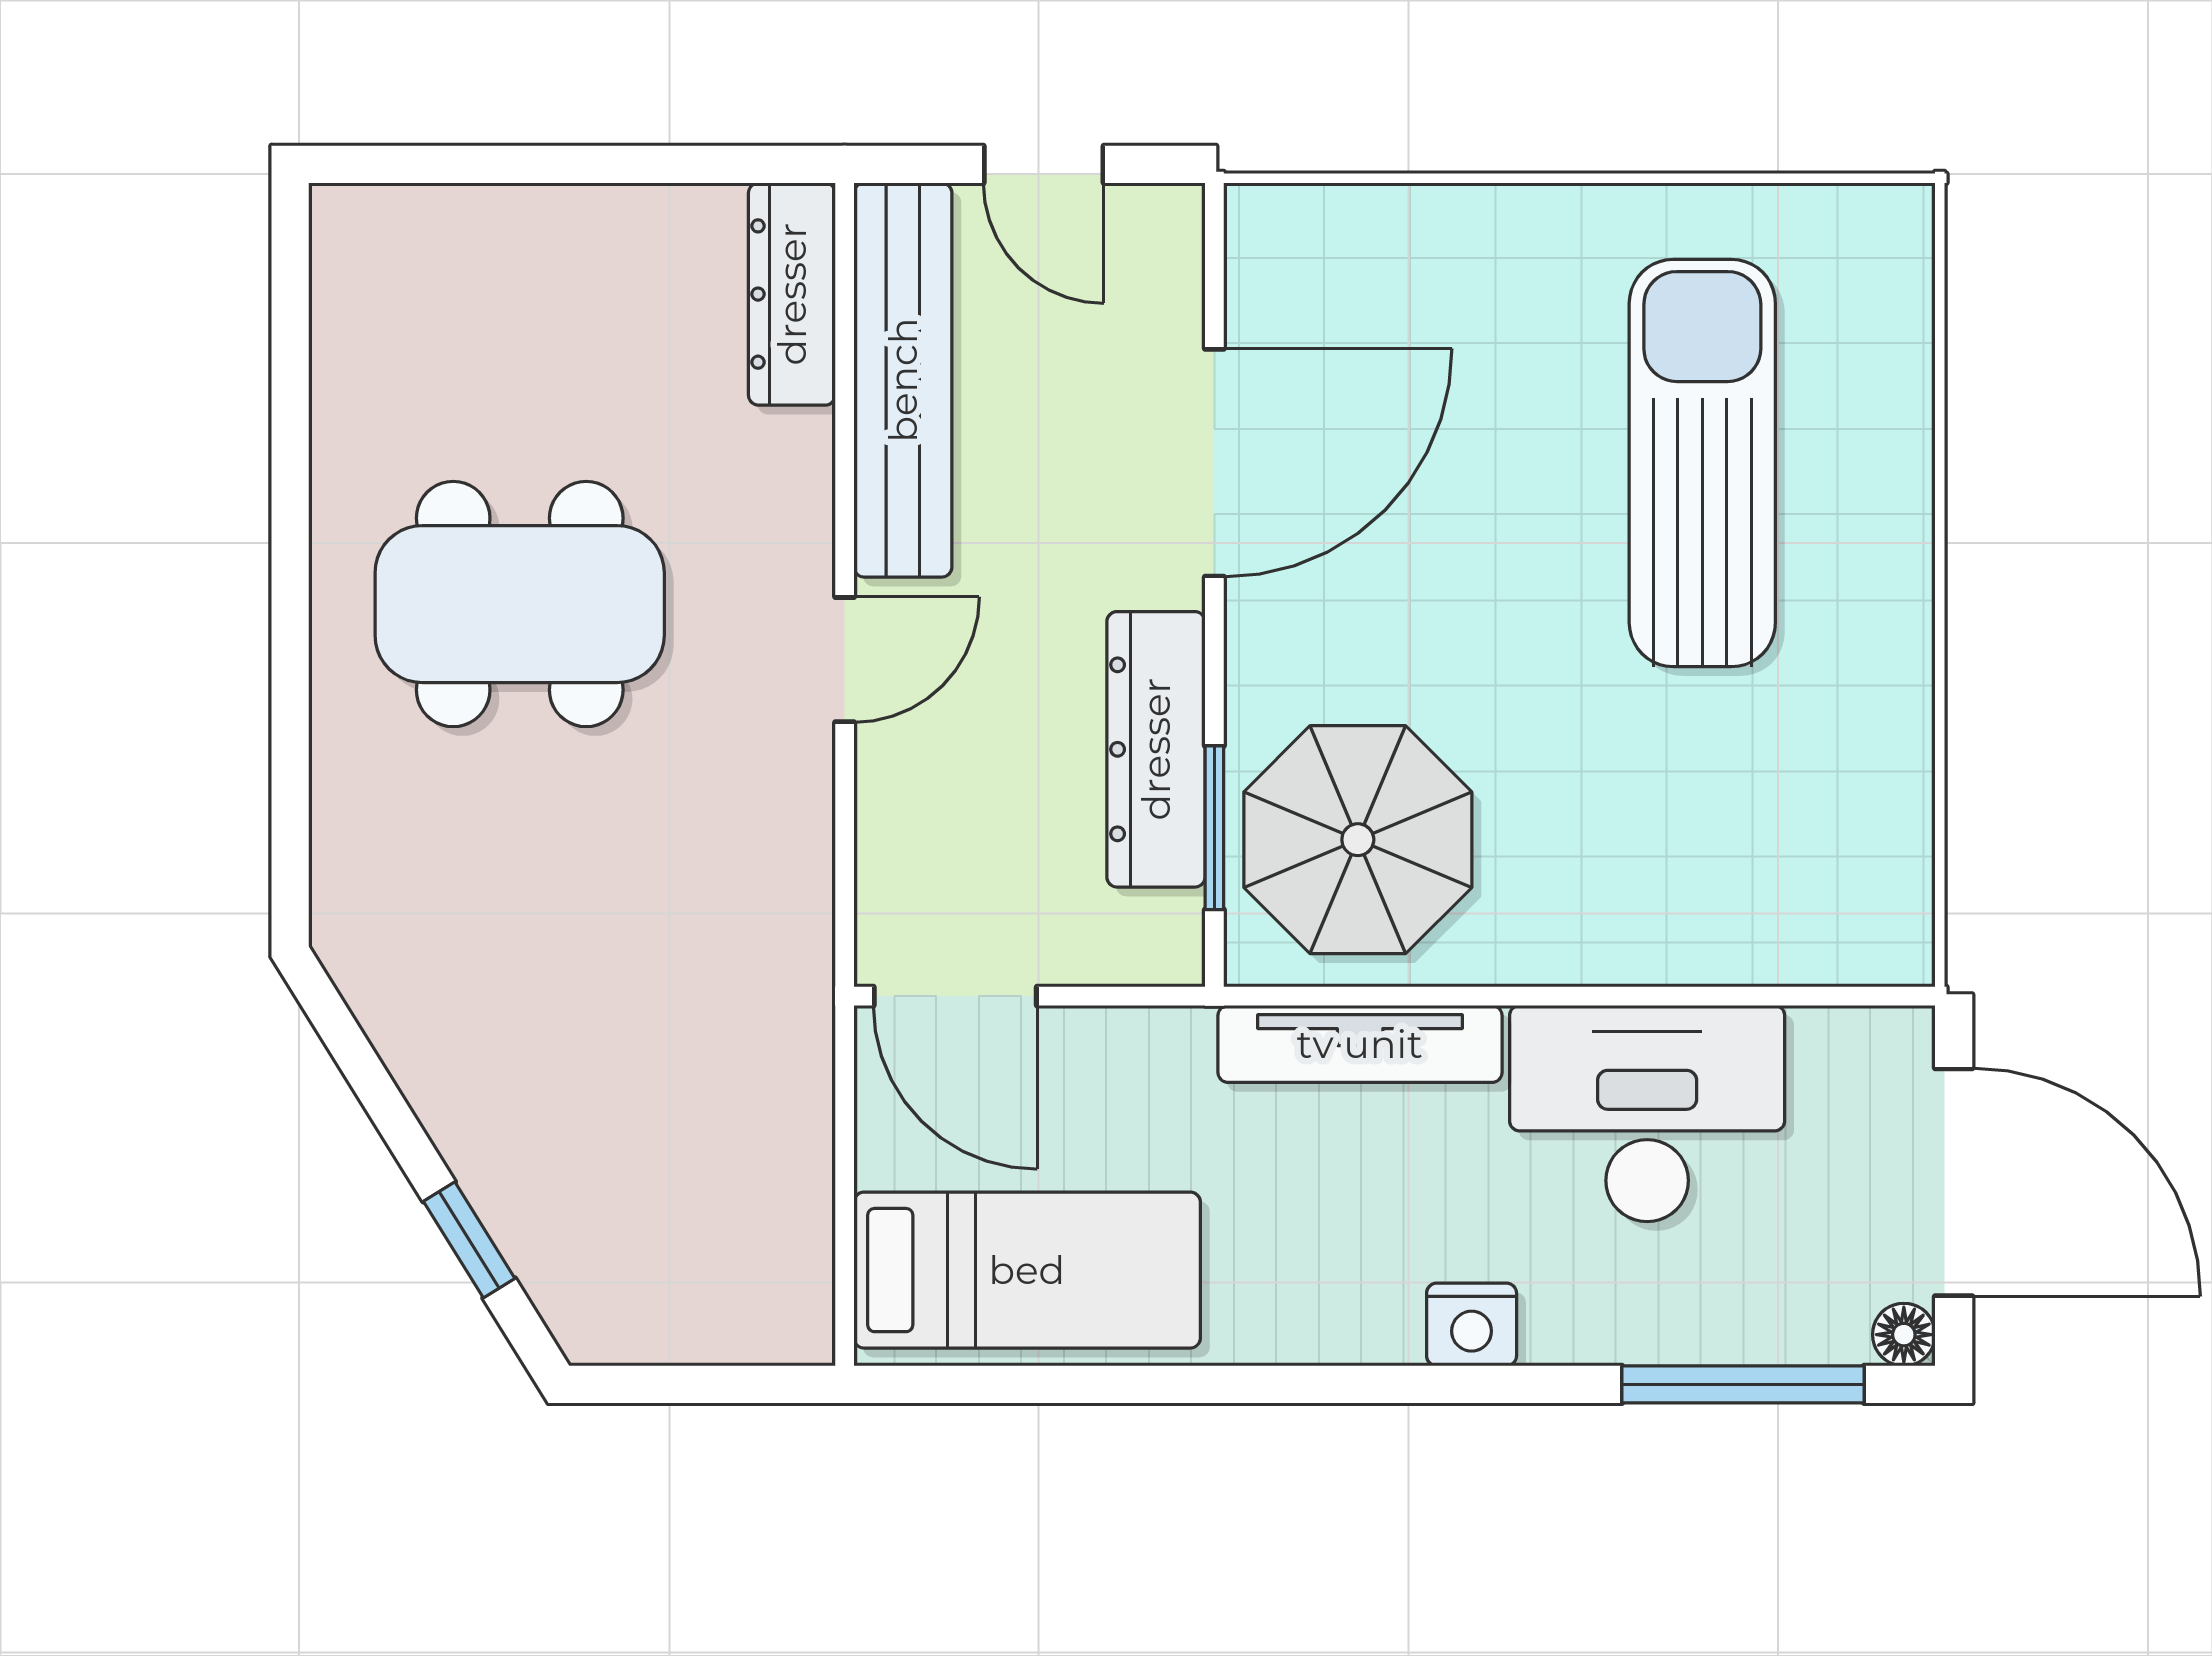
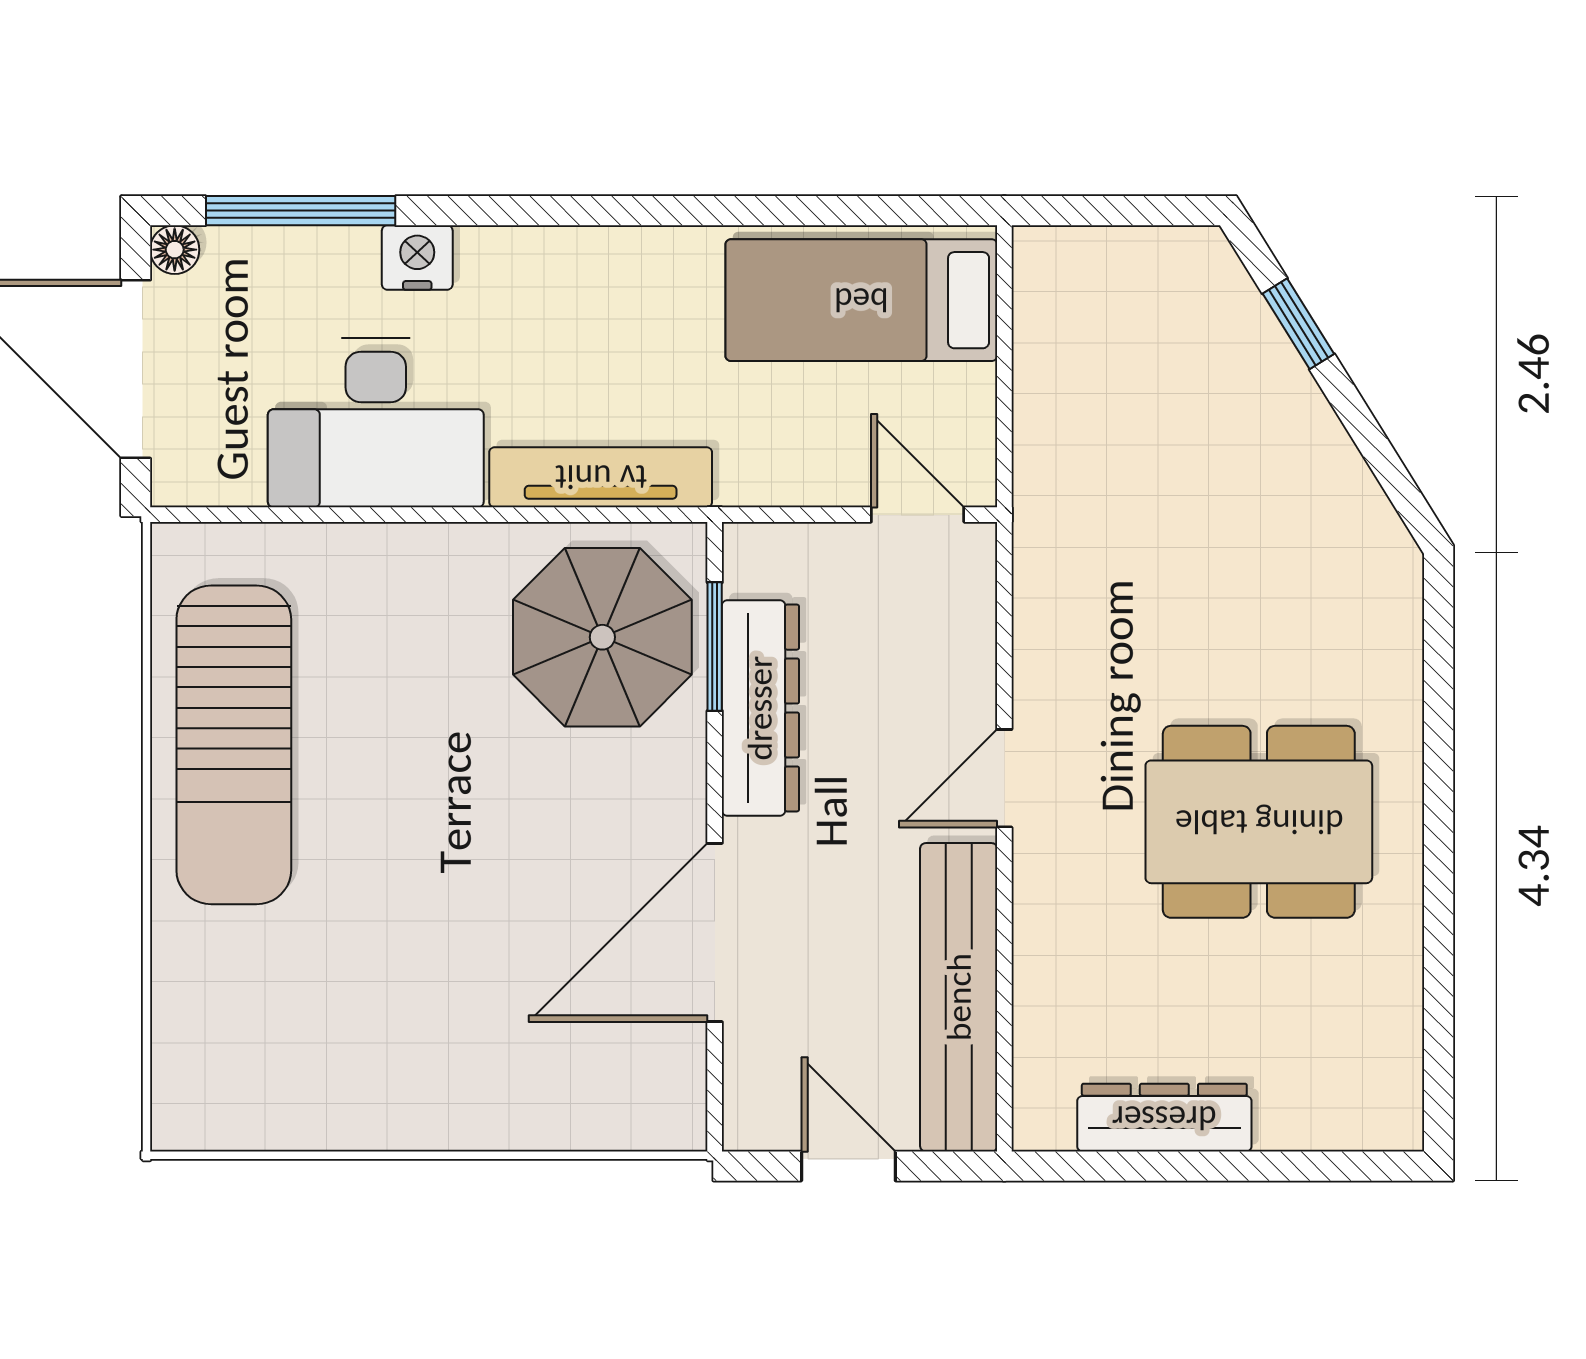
dresser: (792, 294) -> (1164, 1118), moved, turned -90
sun lounger: (1702, 463) -> (234, 745), moved
door: (955, 996) -> (918, 515), width x0.73
nightstand: (1472, 1324) -> (417, 258), moved

